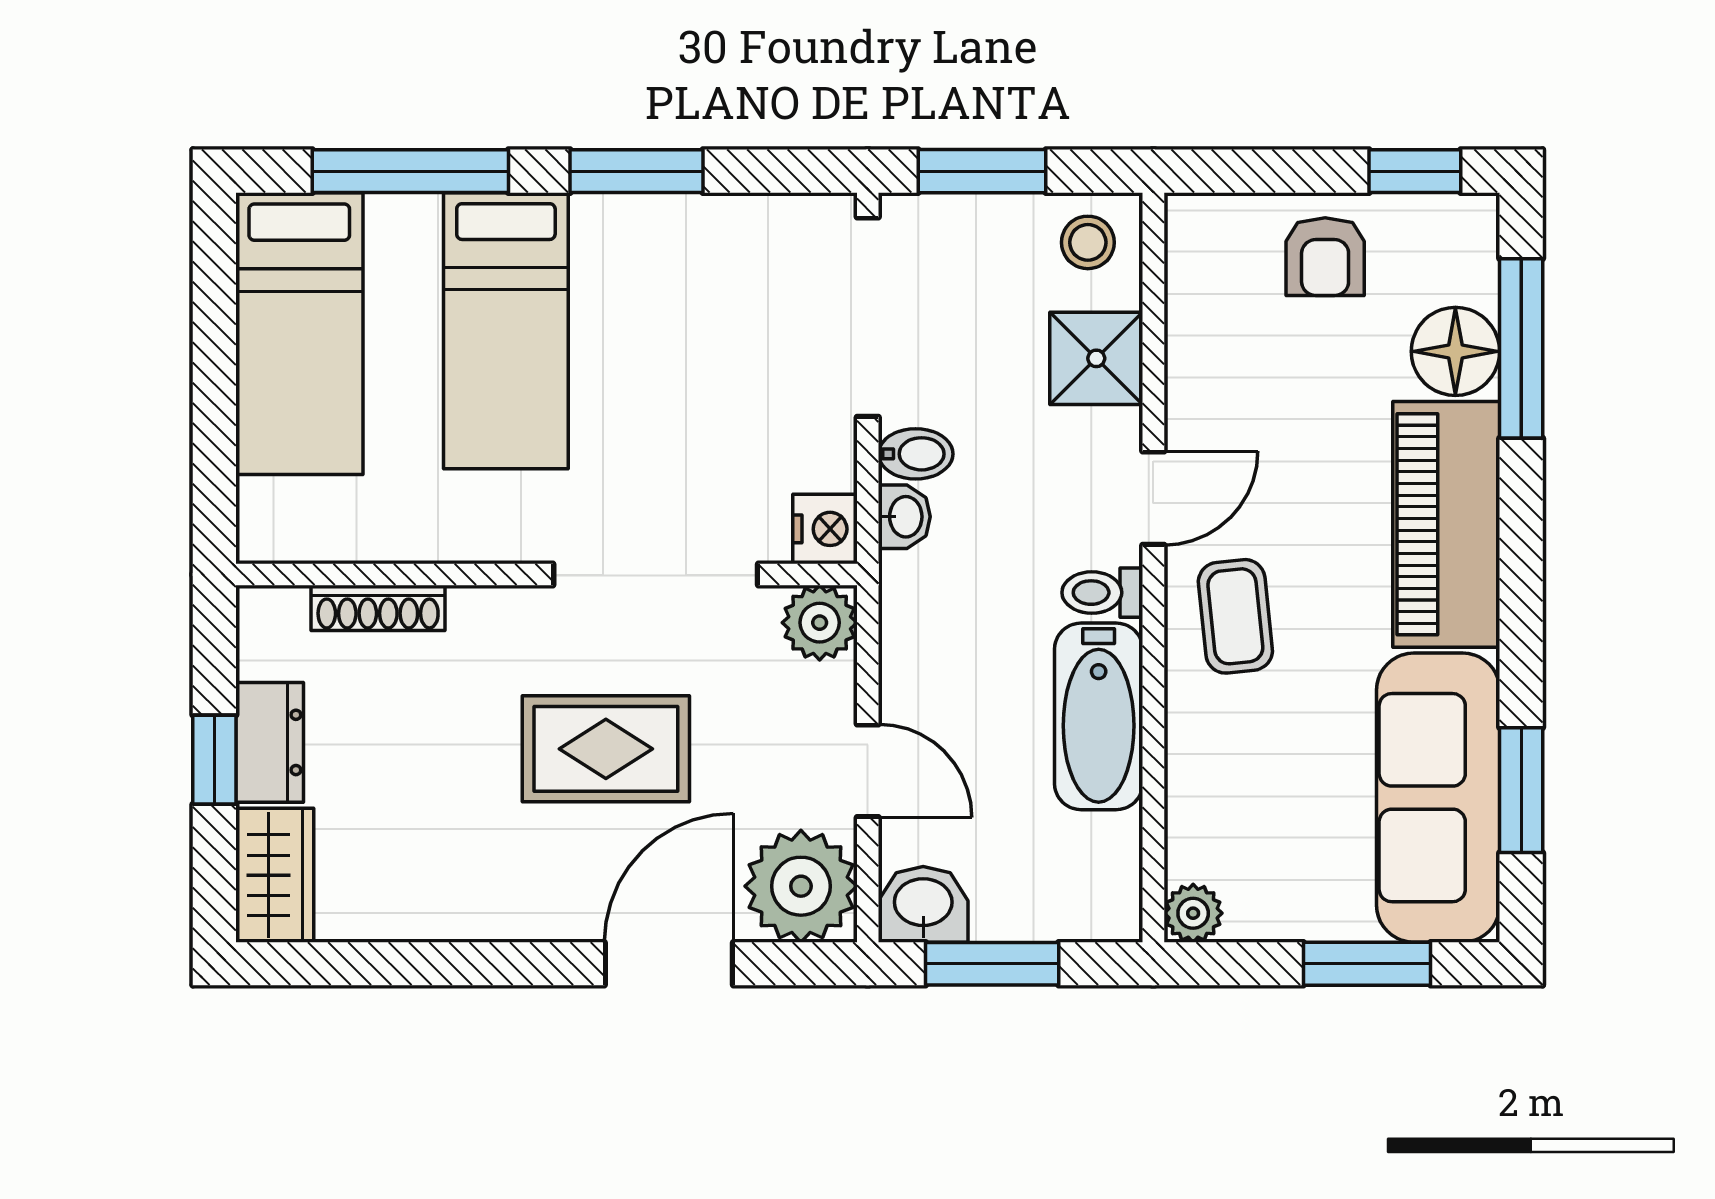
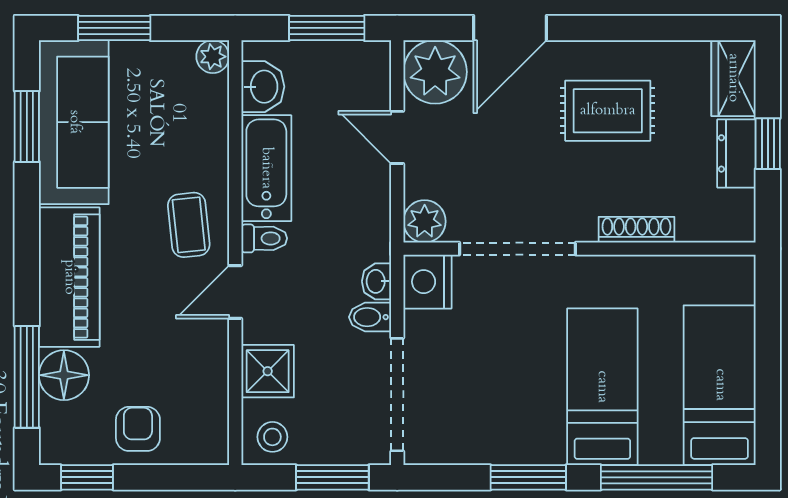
nightstand: (825, 529) -> (427, 282), width x1.36, depth x1.33
shoe rack: (378, 608) -> (636, 230), moved
rug: (606, 749) -> (608, 111), moved
washbasin: (923, 904) -> (263, 87), moved, turned -90

